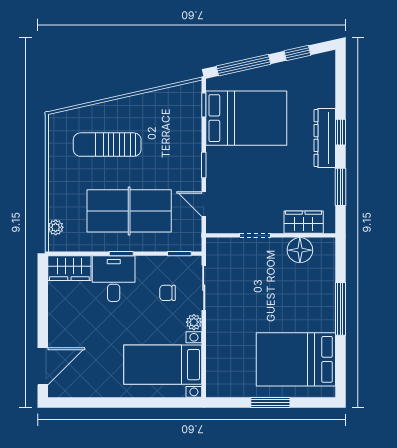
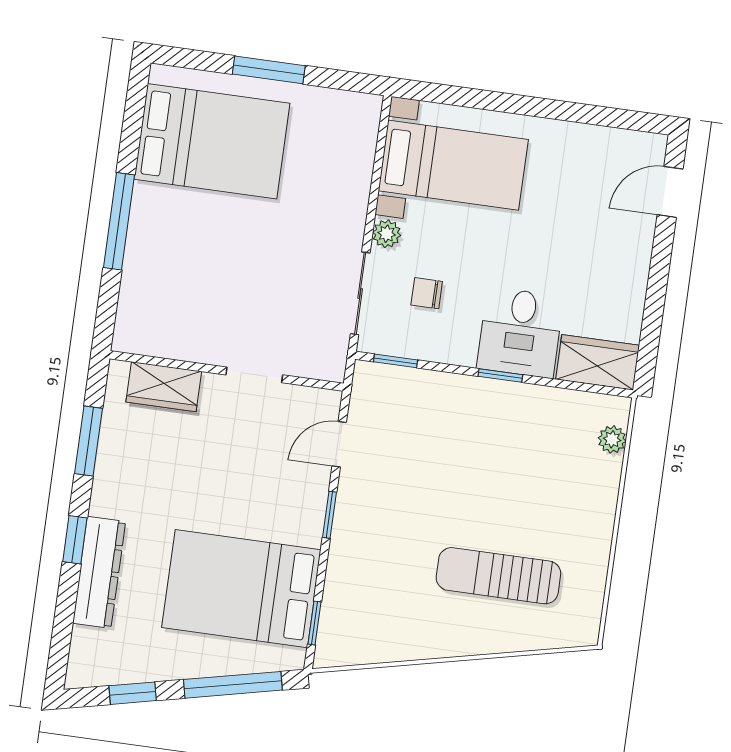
dresser: (325, 138) -> (99, 572), moved
sun lounger: (107, 145) -> (498, 576), turned 180
door: (204, 204) -> (339, 444), swing flipped
table tennis table: (129, 211) -> (475, 451), removed
floor lamp: (300, 250) -> (177, 337), removed
chair: (168, 293) -> (427, 293), turned 180
door: (43, 366) -> (670, 192), width x0.73

